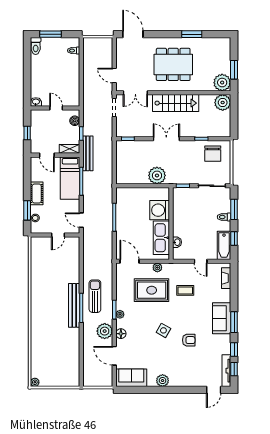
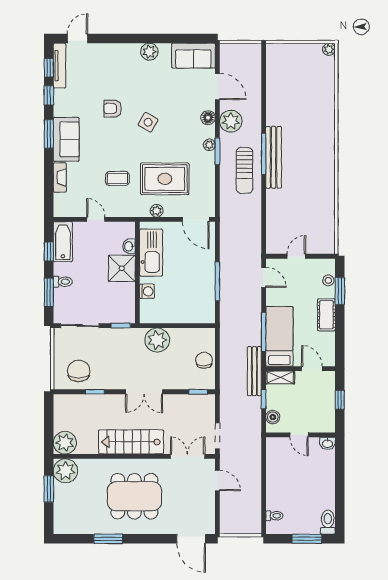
chair: (124, 161) -> (204, 360), added
washing machine: (160, 210) -> (147, 291), width x0.53, depth x0.53
shower: (182, 226) -> (122, 268), added
fireplace: (226, 278) -> (60, 178), moved

